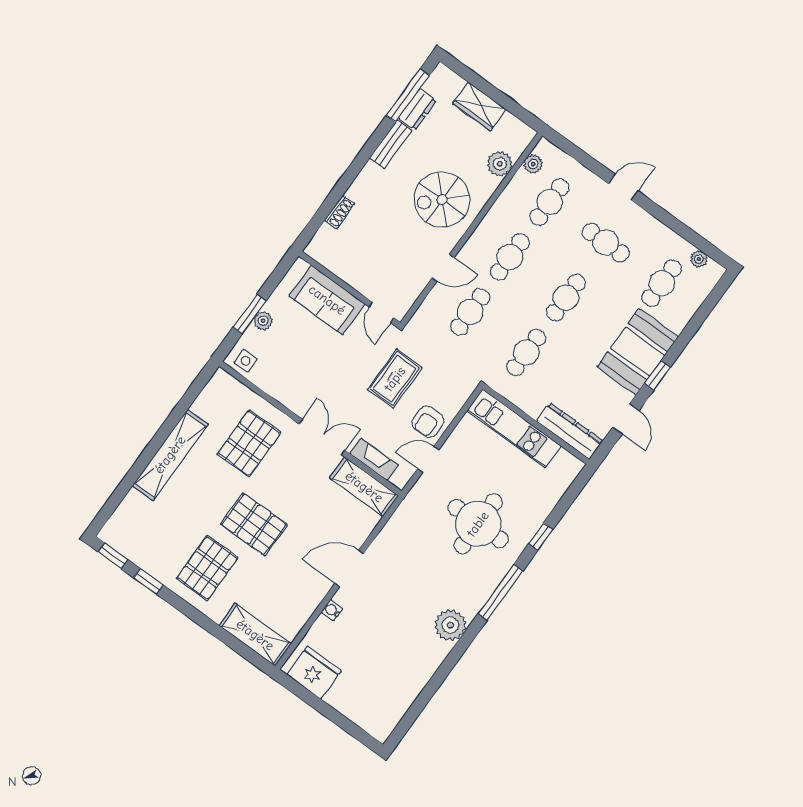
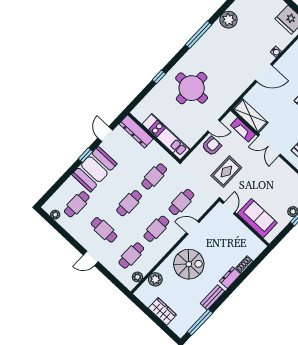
dresser: (417, 109) -> (230, 278), moved
window: (500, 592) -> (199, 35), moved
plant: (450, 625) -> (229, 20), moved

